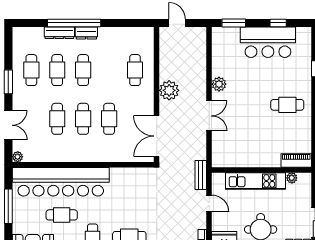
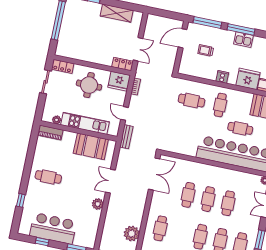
plant: (169, 90) -> (132, 234), moved
booth: (242, 154) -> (91, 146), added

